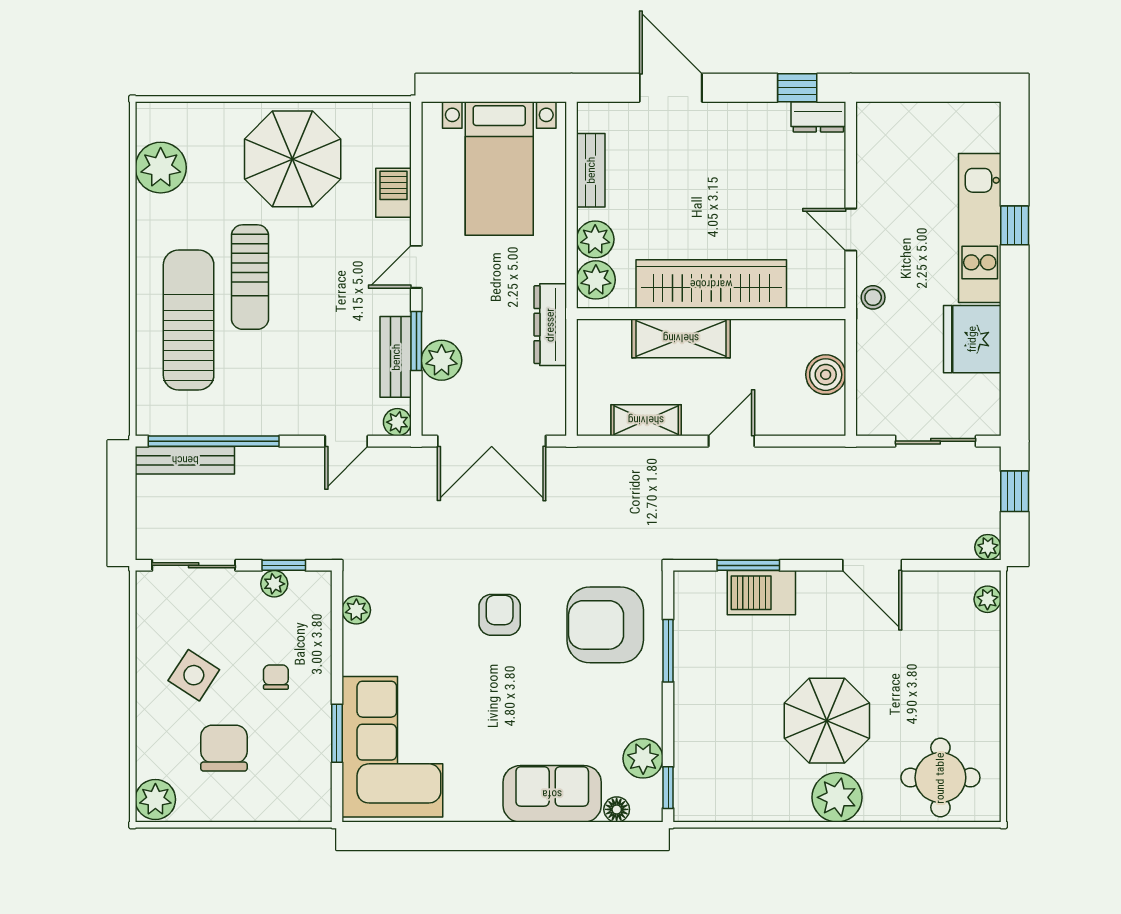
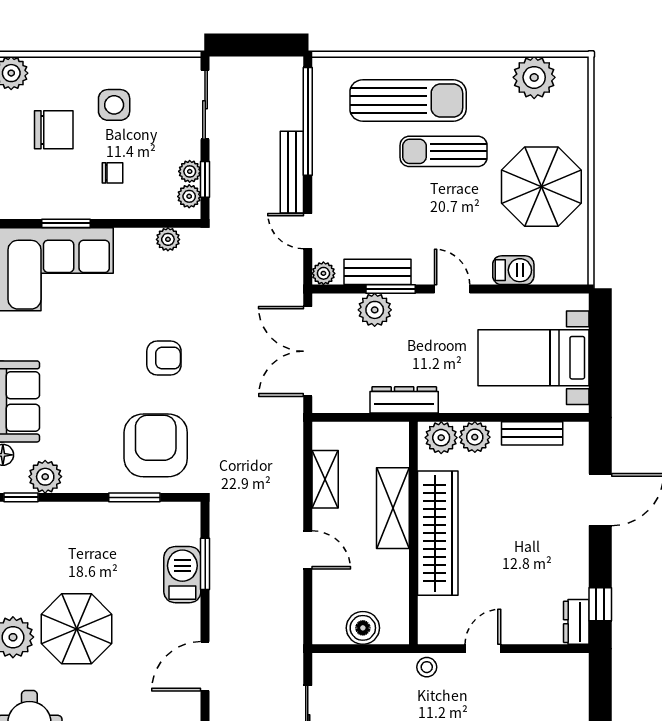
bench: (185, 460) -> (292, 172), moved
plant: (304, 584) -> (189, 196), added
side table: (194, 675) -> (114, 105), turned -33

